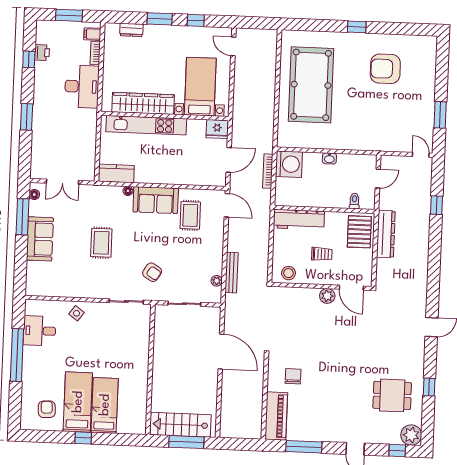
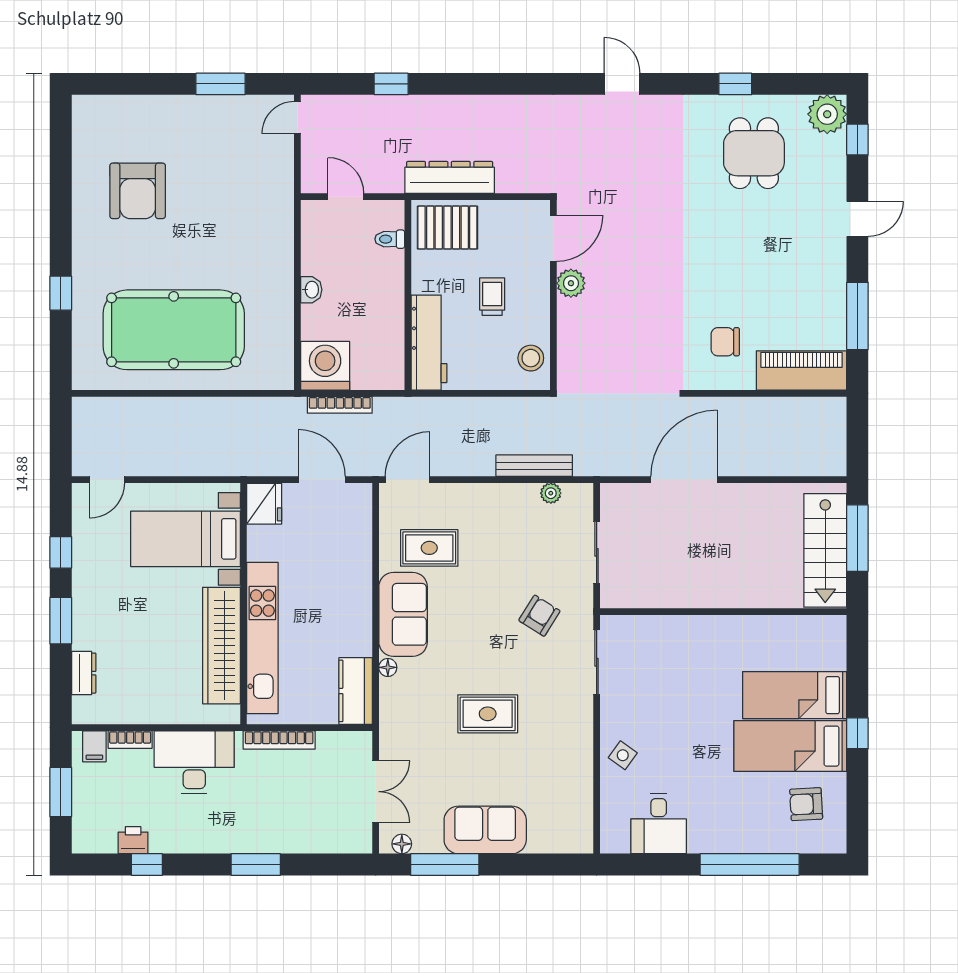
window: (357, 27) -> (61, 293), moved
bookcase: (92, 132) -> (279, 740), added
window: (17, 355) -> (750, 864), moved

